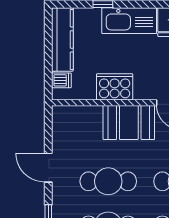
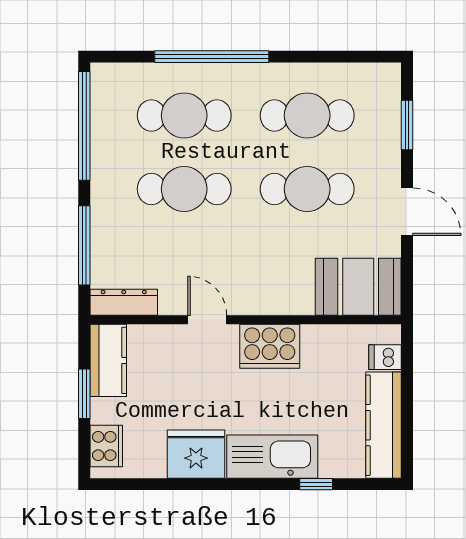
cooker: (115, 87) -> (270, 346), moved
booth: (129, 123) -> (358, 287), moved

